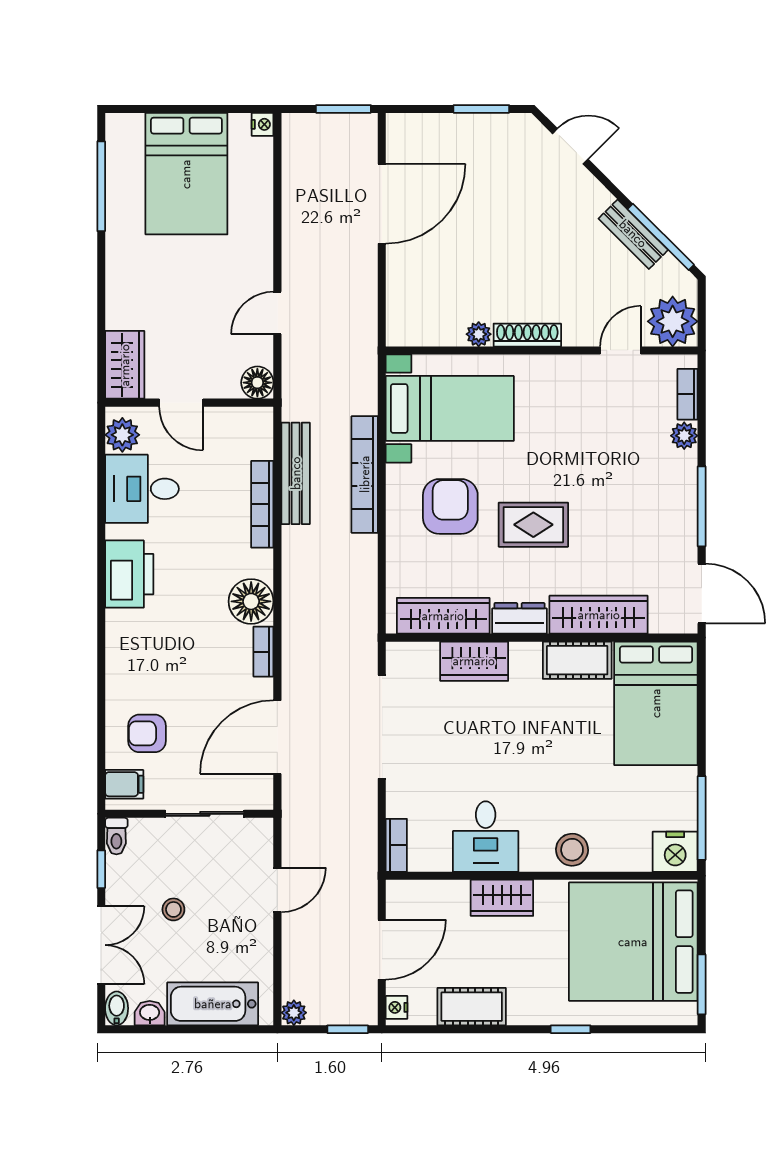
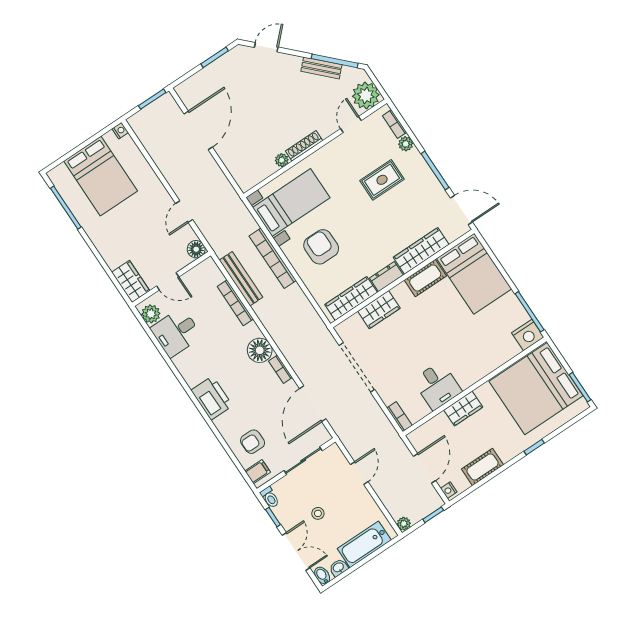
rug: (533, 525) -> (382, 180), moved
printer: (129, 574) -> (212, 398), moved
stool: (572, 850) -> (480, 365), removed

